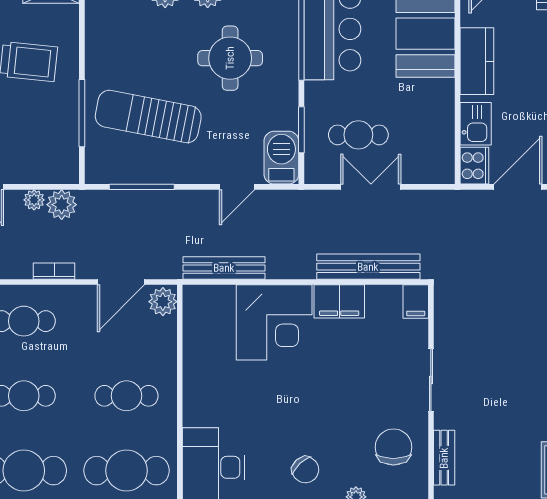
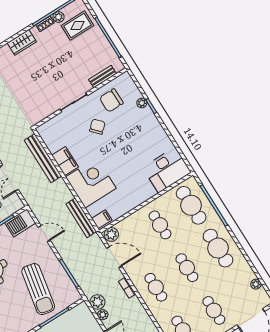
filing cabinet: (416, 302) -> (102, 219), moved
chair: (305, 470) -> (97, 127), moved

